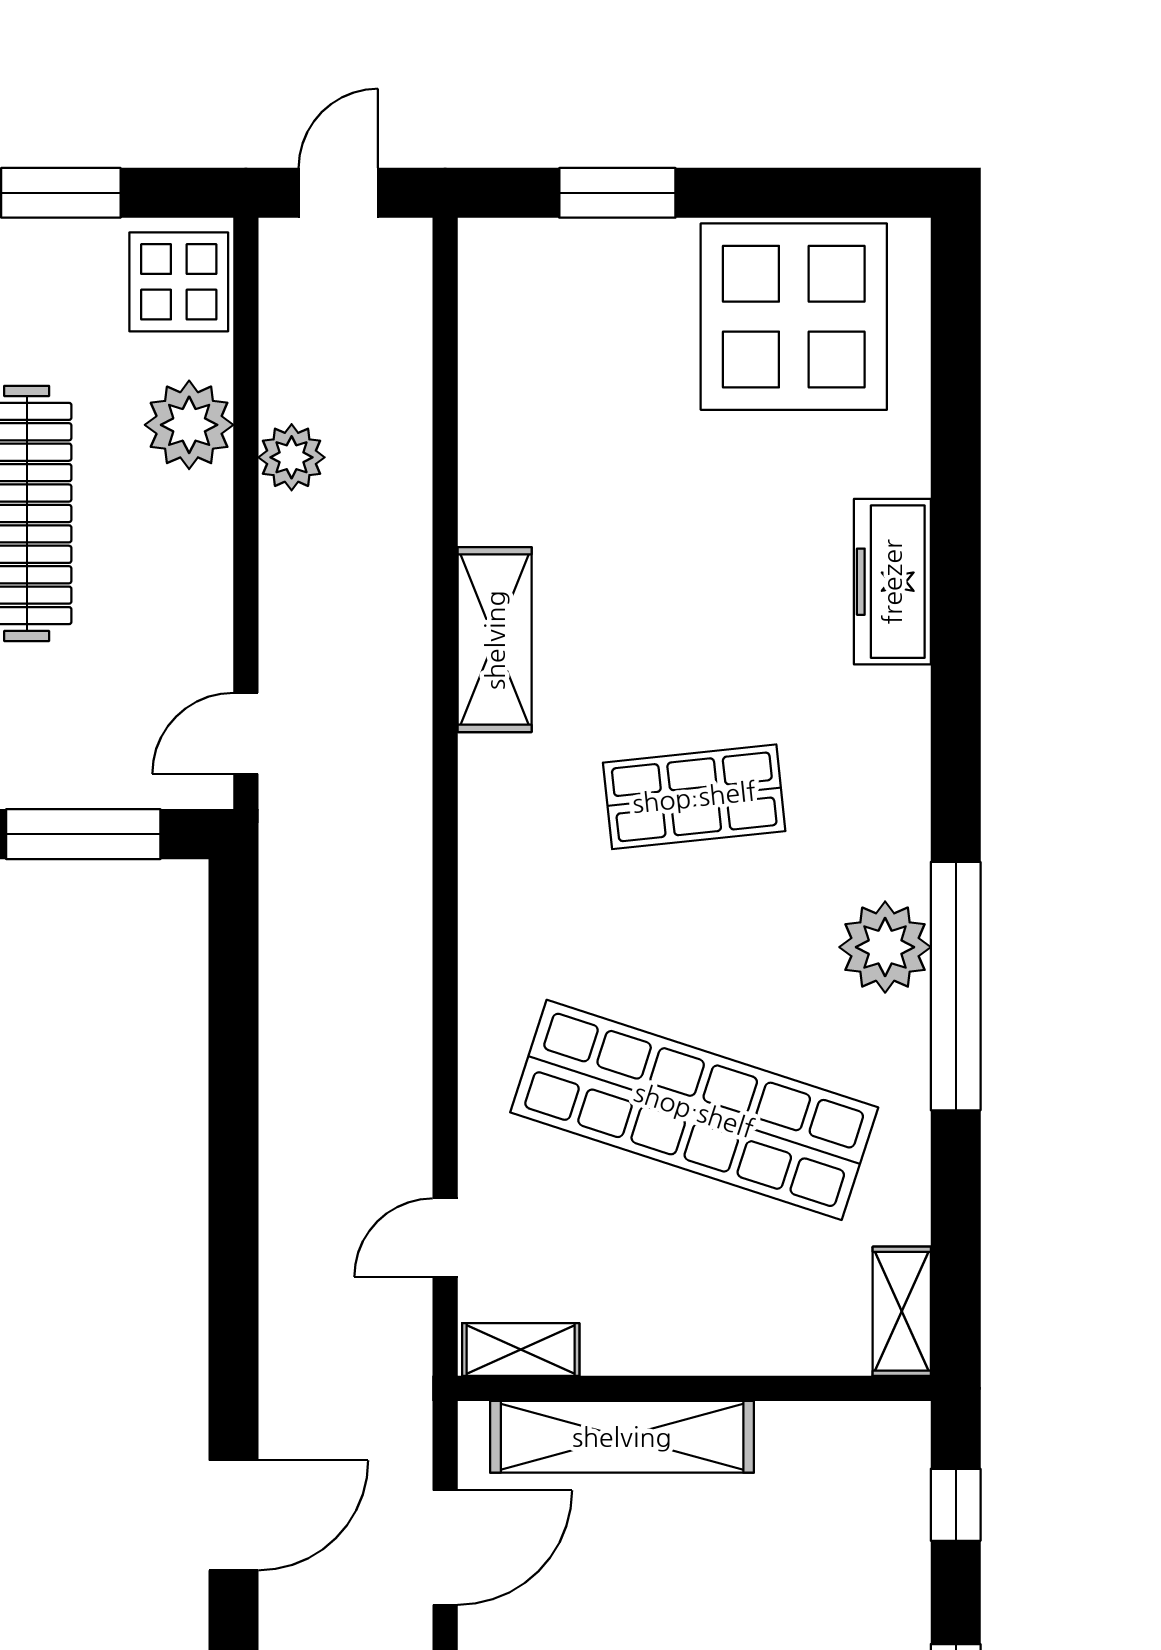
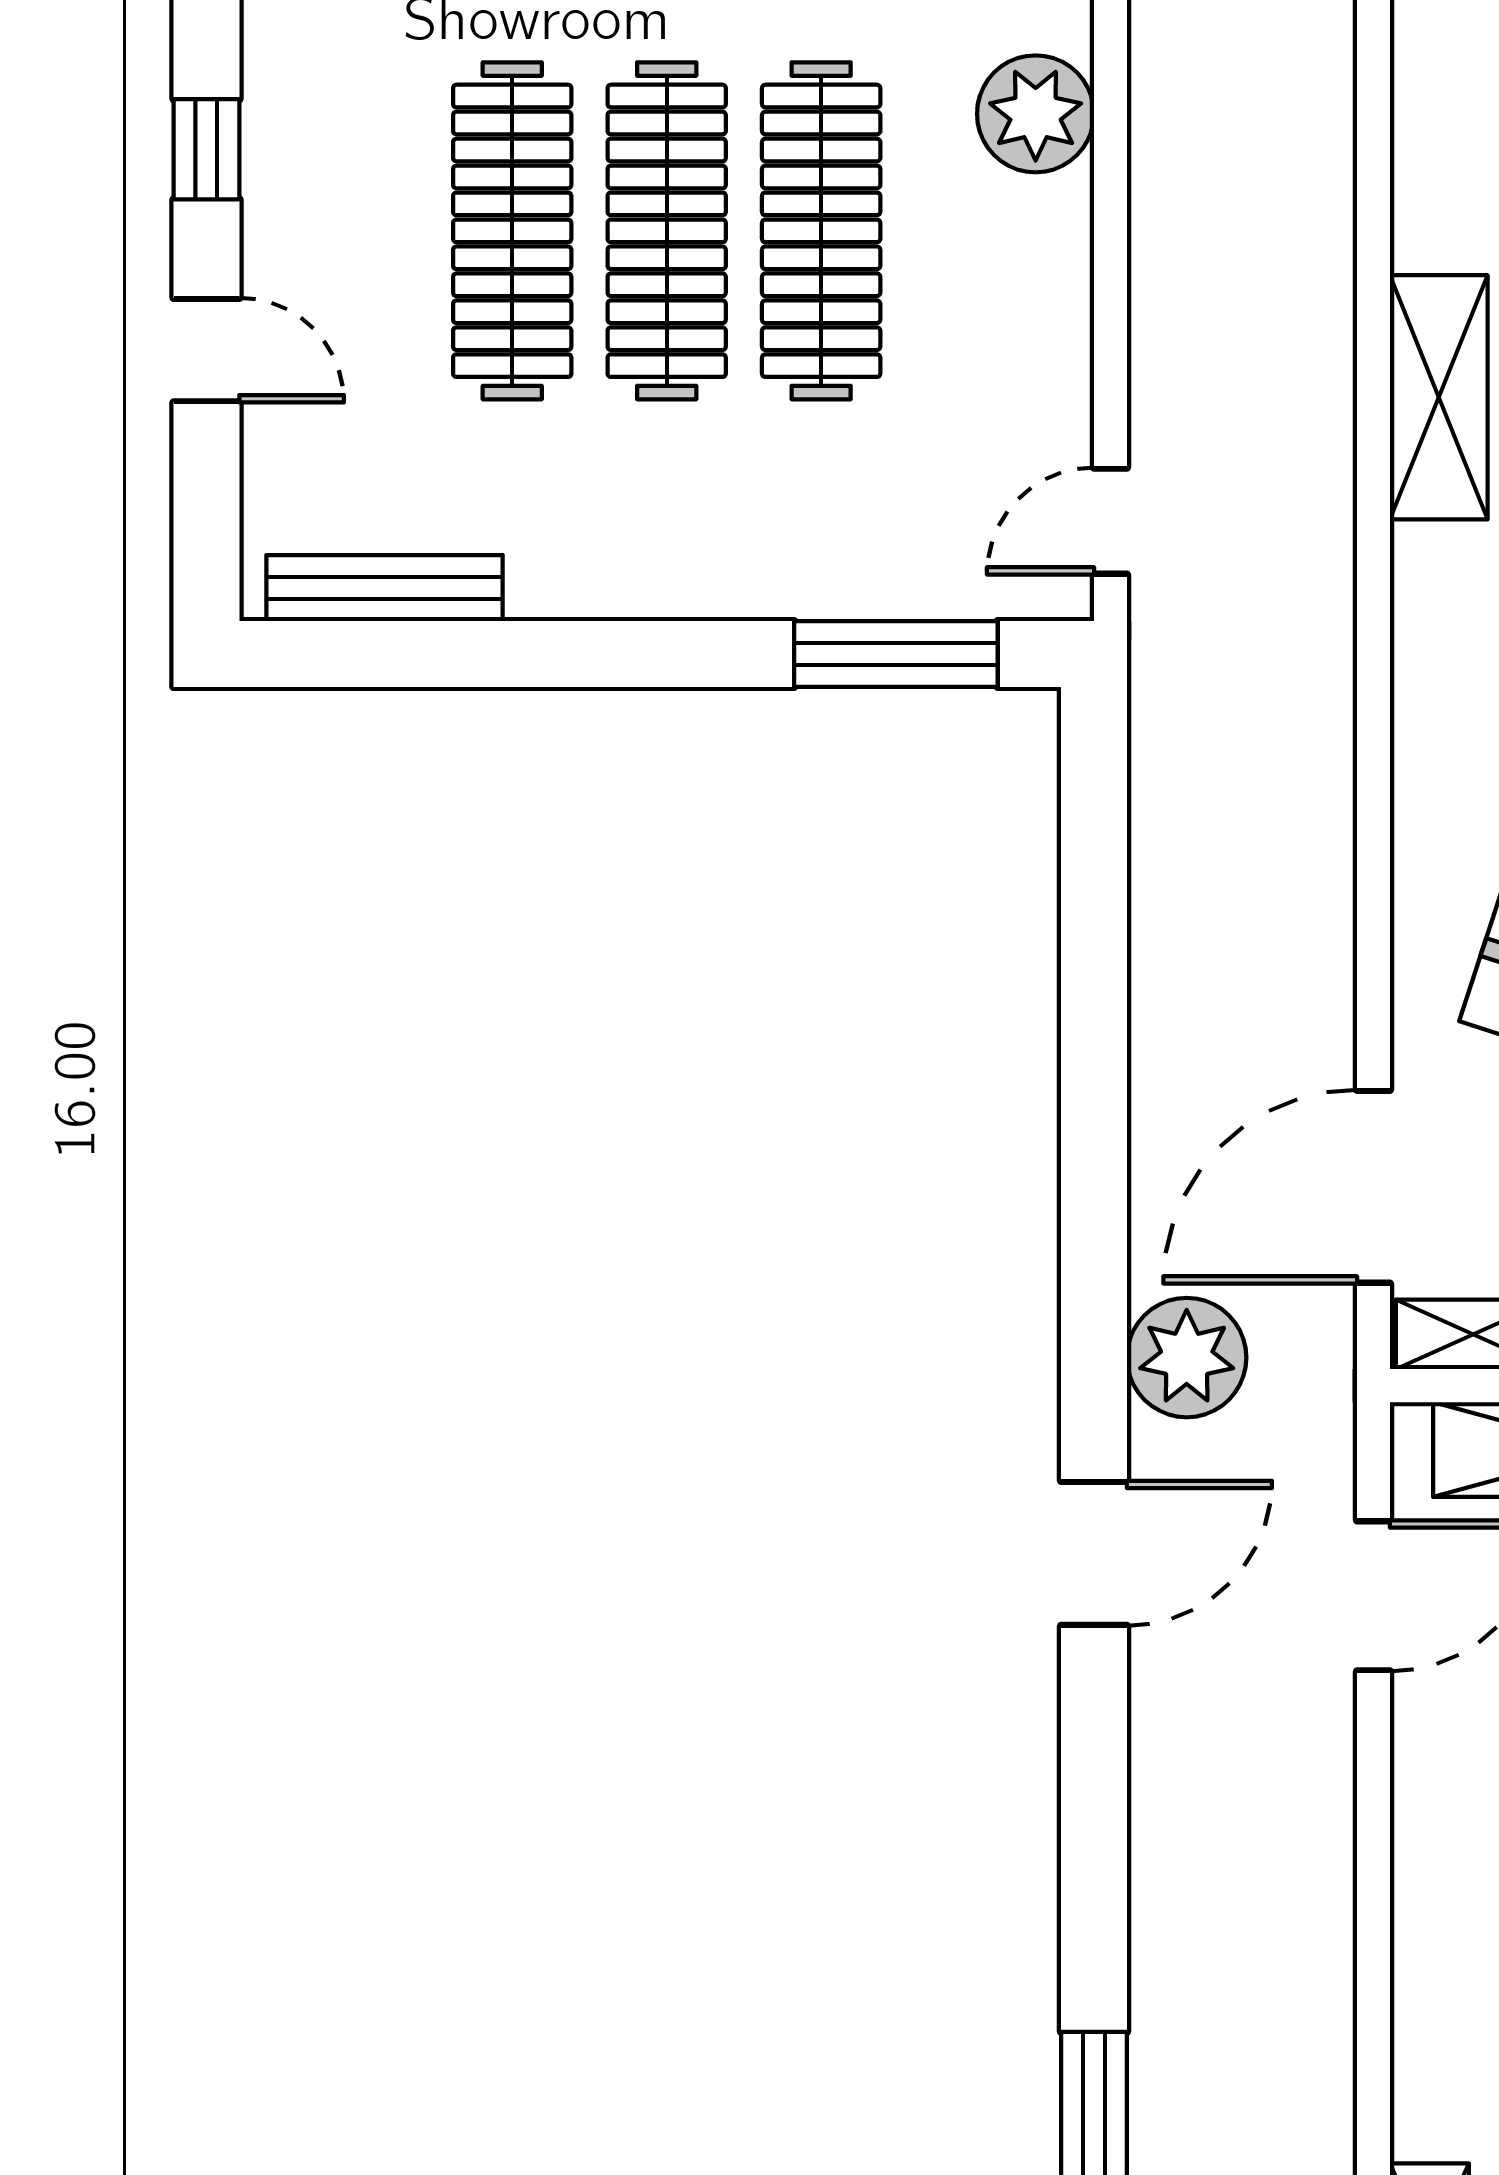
plant: (292, 457) -> (1187, 1358), moved, width x1.36, depth x1.36
door: (445, 1238) -> (1373, 1187), width x1.87

